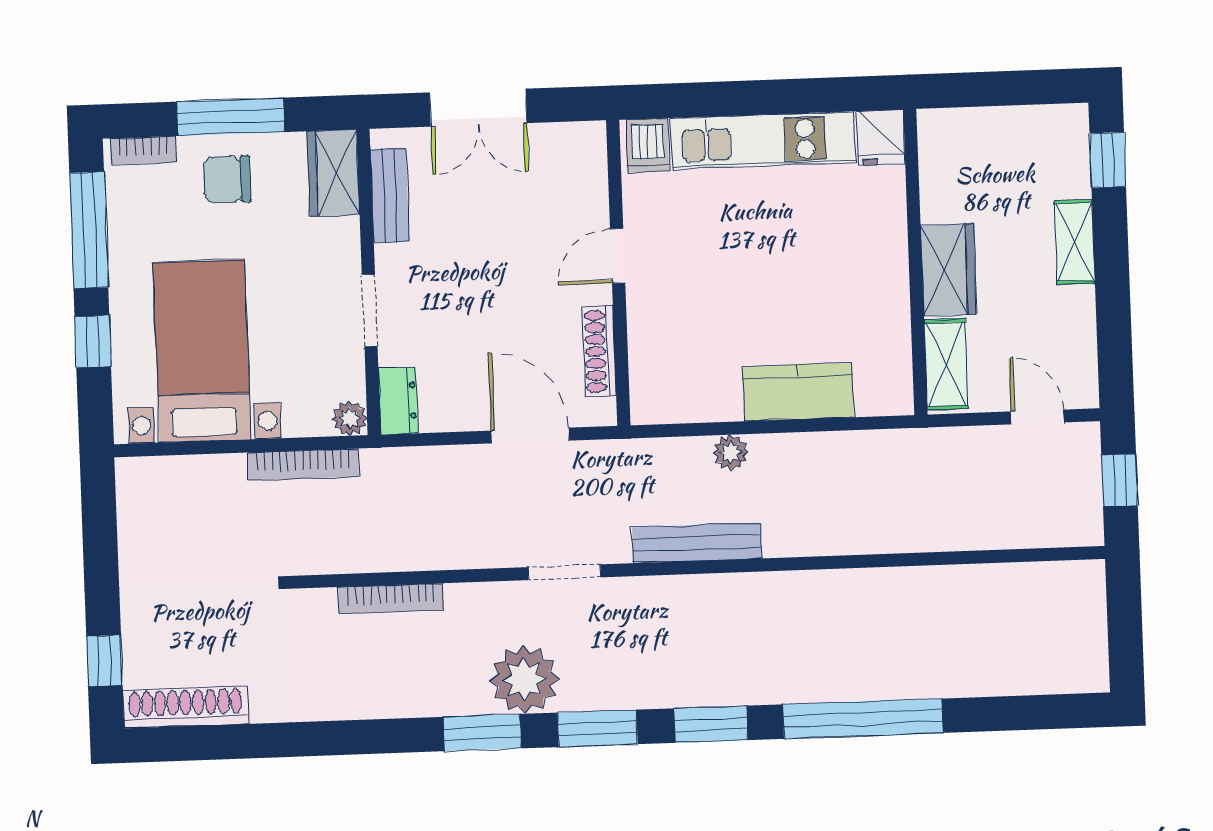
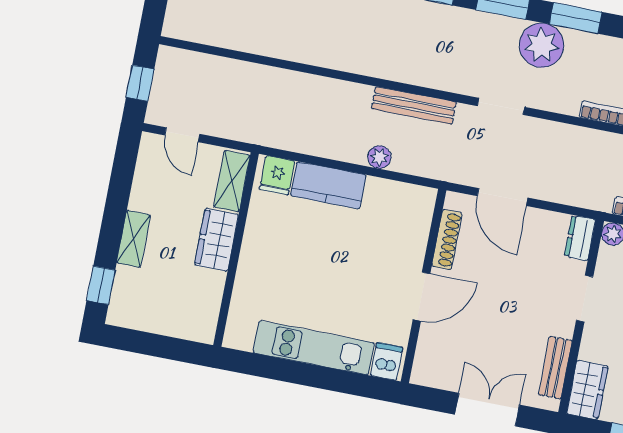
fridge: (881, 138) -> (277, 175), moved, turned 180
door: (618, 256) -> (421, 297), width x1.38

